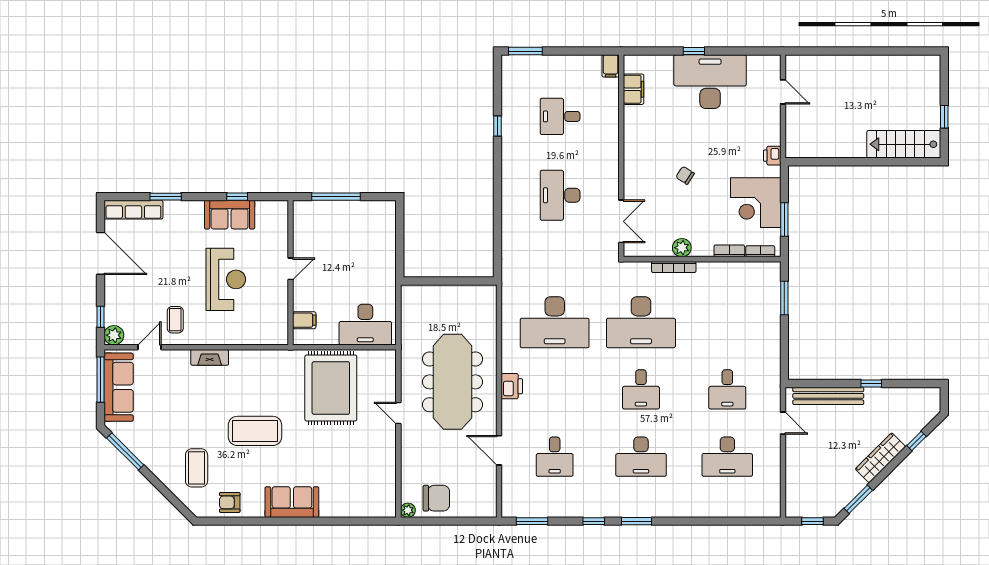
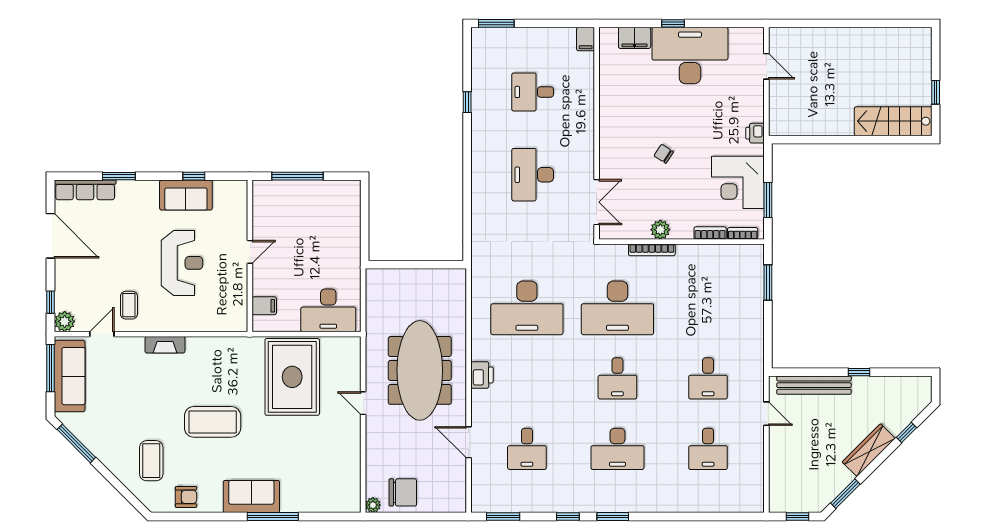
filing cabinet: (634, 89) -> (635, 38), moved, turned 90
desk: (727, 457) -> (708, 449), width x0.73
armchair: (230, 502) -> (186, 497), turned 180
window: (312, 521) -> (273, 517), added

